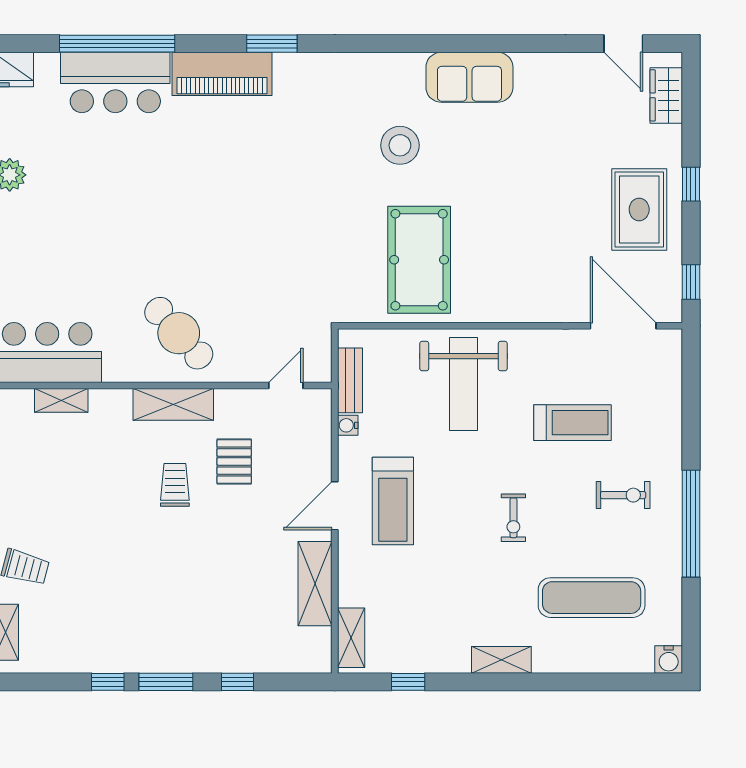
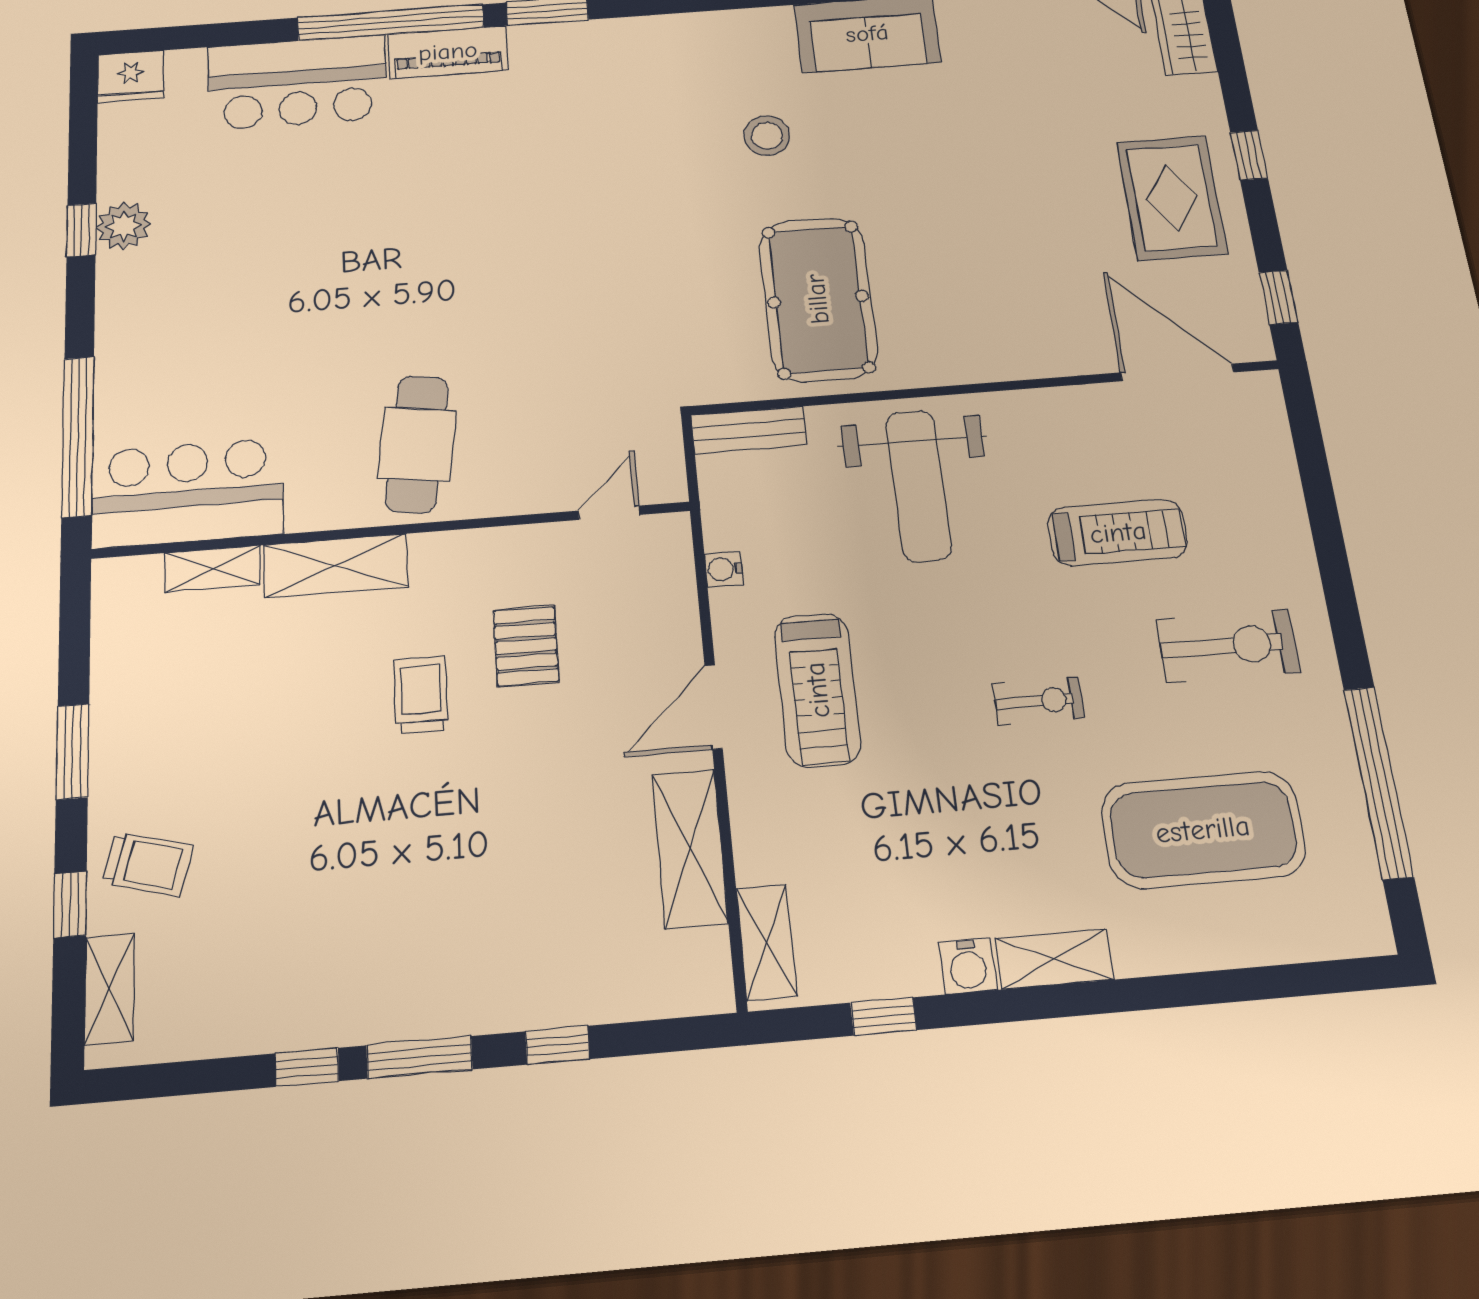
window: (117, 44) -> (391, 22), moved
piano: (222, 74) -> (448, 52), width x0.73, depth x0.75
stool: (400, 145) -> (767, 136), width x0.73, depth x0.73
cafe table: (179, 333) -> (417, 444), turned 50
bench: (350, 380) -> (749, 430), moved, turned 90
shelving: (173, 404) -> (336, 566), moved
exercise bike: (623, 495) -> (1228, 646), width x1.38, depth x1.39
exercise bike: (513, 518) -> (1038, 701), turned -90
window: (691, 524) -> (1378, 782), moved
exercise mat: (592, 598) -> (1203, 830), width x1.47
water cooler: (669, 659) -> (968, 966), moved

